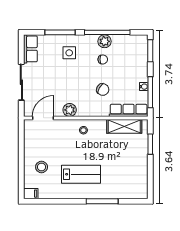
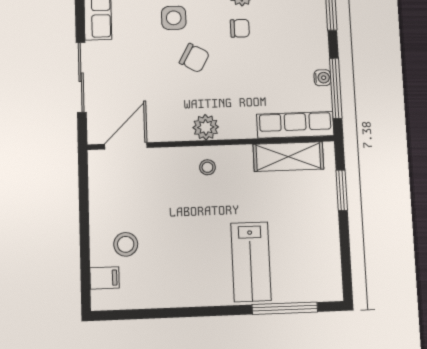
chair: (103, 90) -> (194, 58), moved
plant: (70, 110) -> (206, 127), moved
lab bench: (81, 174) -> (251, 262), moved, turned 90
filing cabinet: (31, 194) -> (105, 278), moved
window: (102, 201) -> (285, 308), moved

